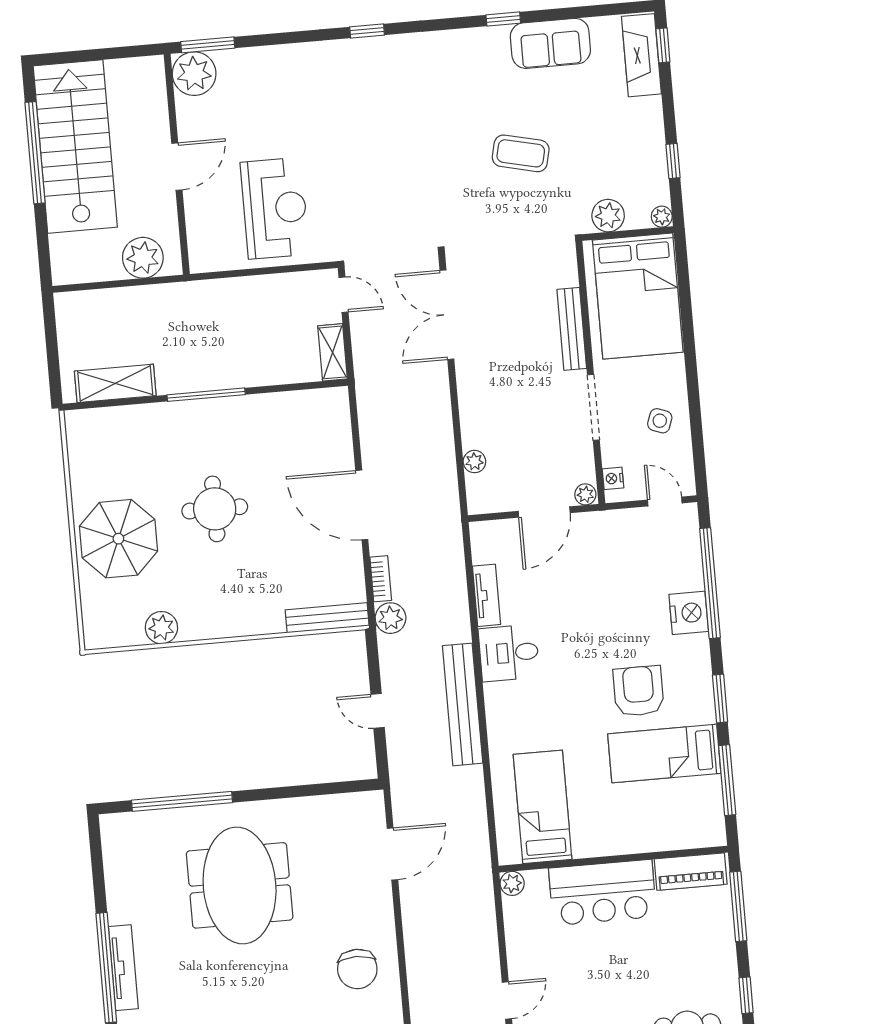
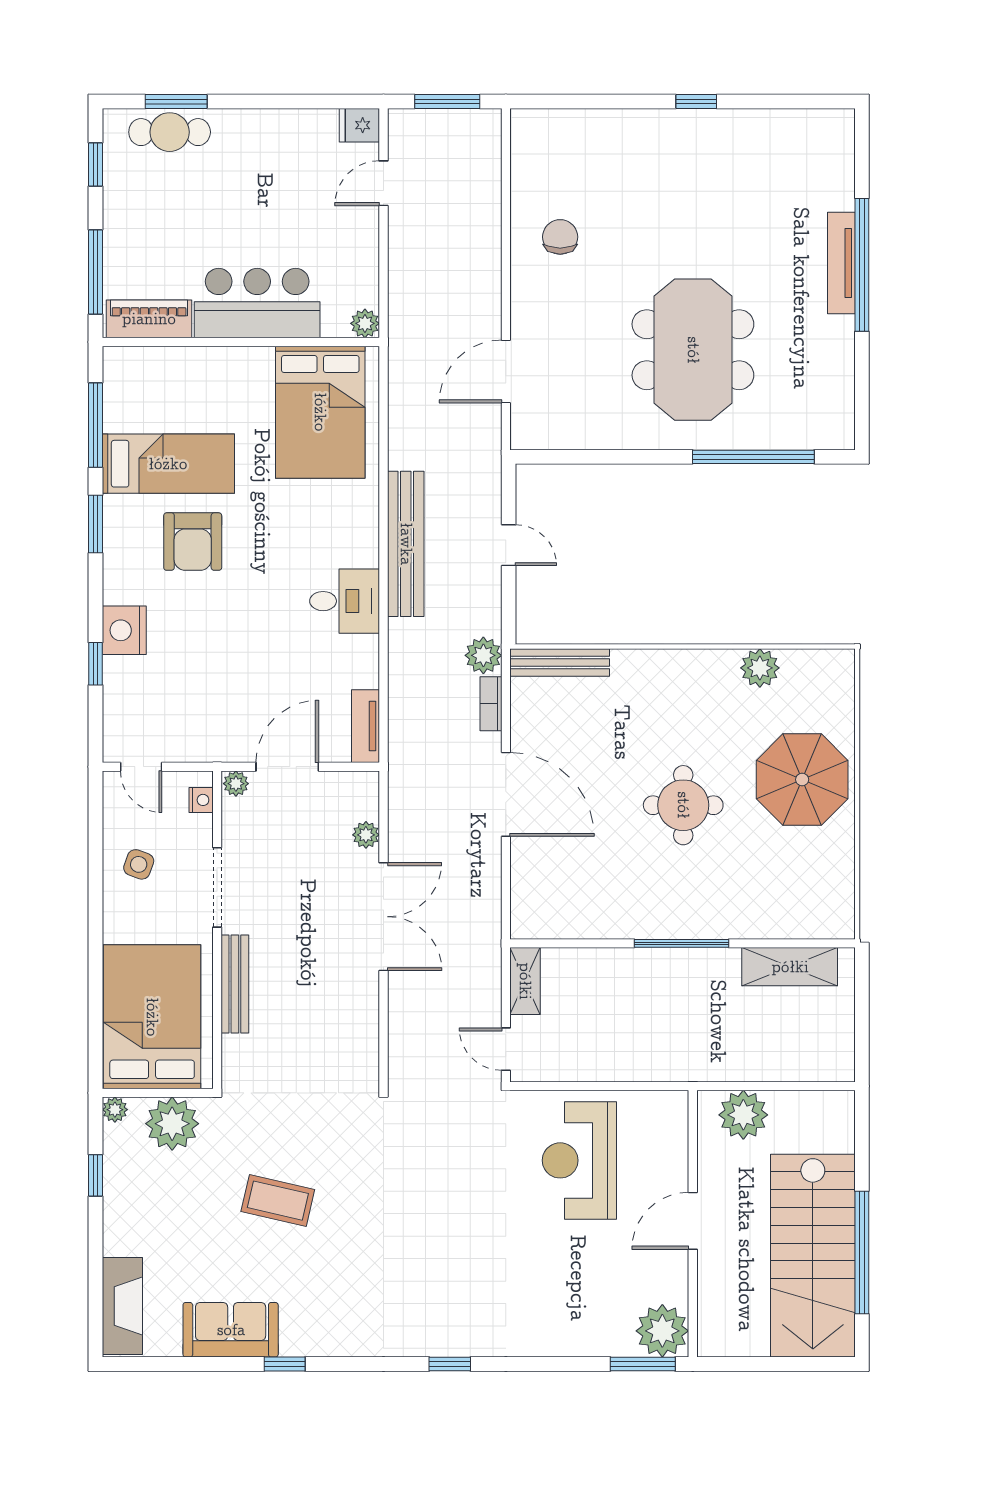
window: (663, 45) -> (95, 1315), removed
plant: (608, 216) -> (172, 1124), width x1.36, depth x1.36
double door: (447, 315) -> (384, 917), moved
window: (710, 583) -> (95, 664), width x0.32
tv unit: (486, 595) -> (366, 726), moved
bed: (543, 807) -> (320, 412), width x1.50
chair: (357, 969) -> (560, 237), width x0.73, depth x0.73

